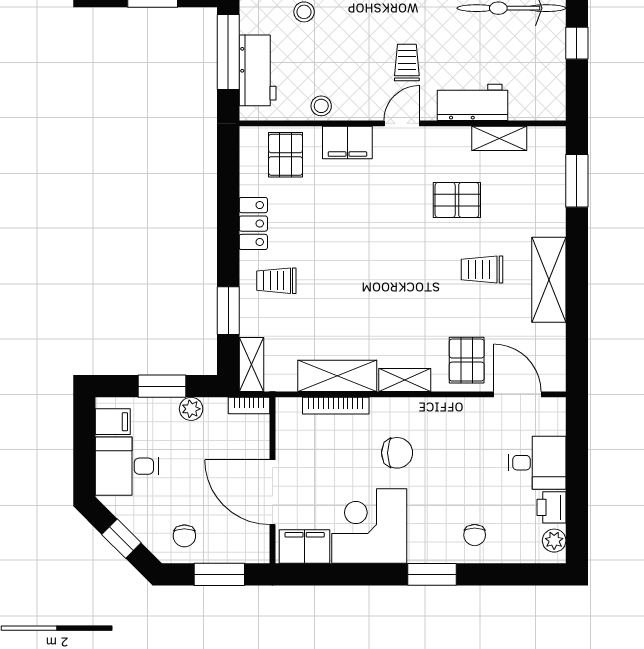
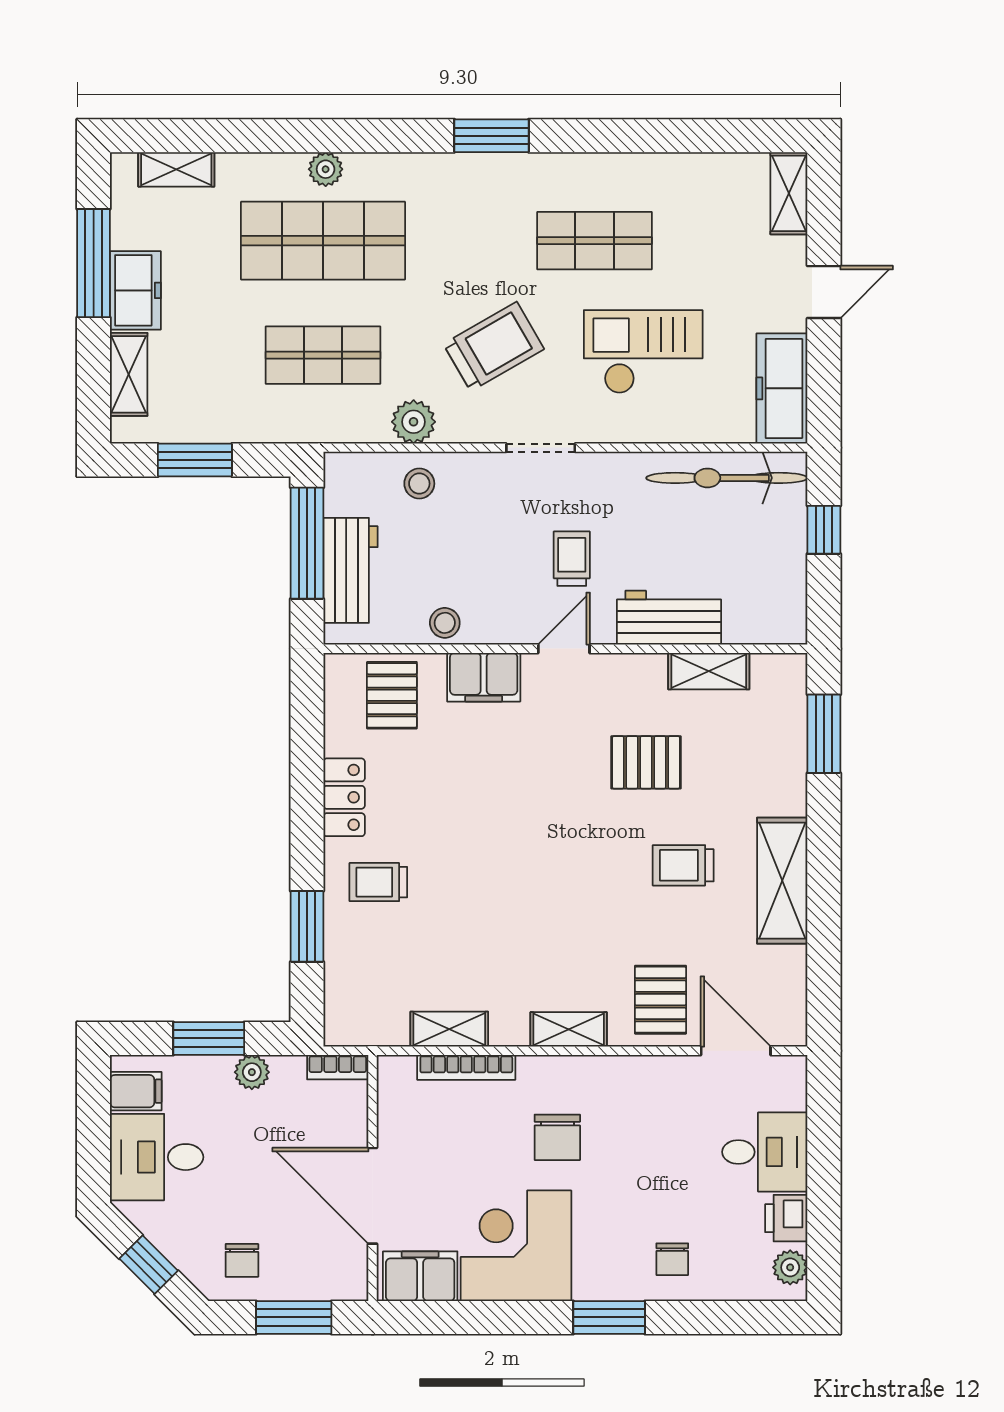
shelving: (251, 365) -> (341, 1006), removed
shelving: (337, 376) -> (449, 1029), width x0.67, depth x0.75
chair: (397, 453) -> (557, 1137), turned 90

